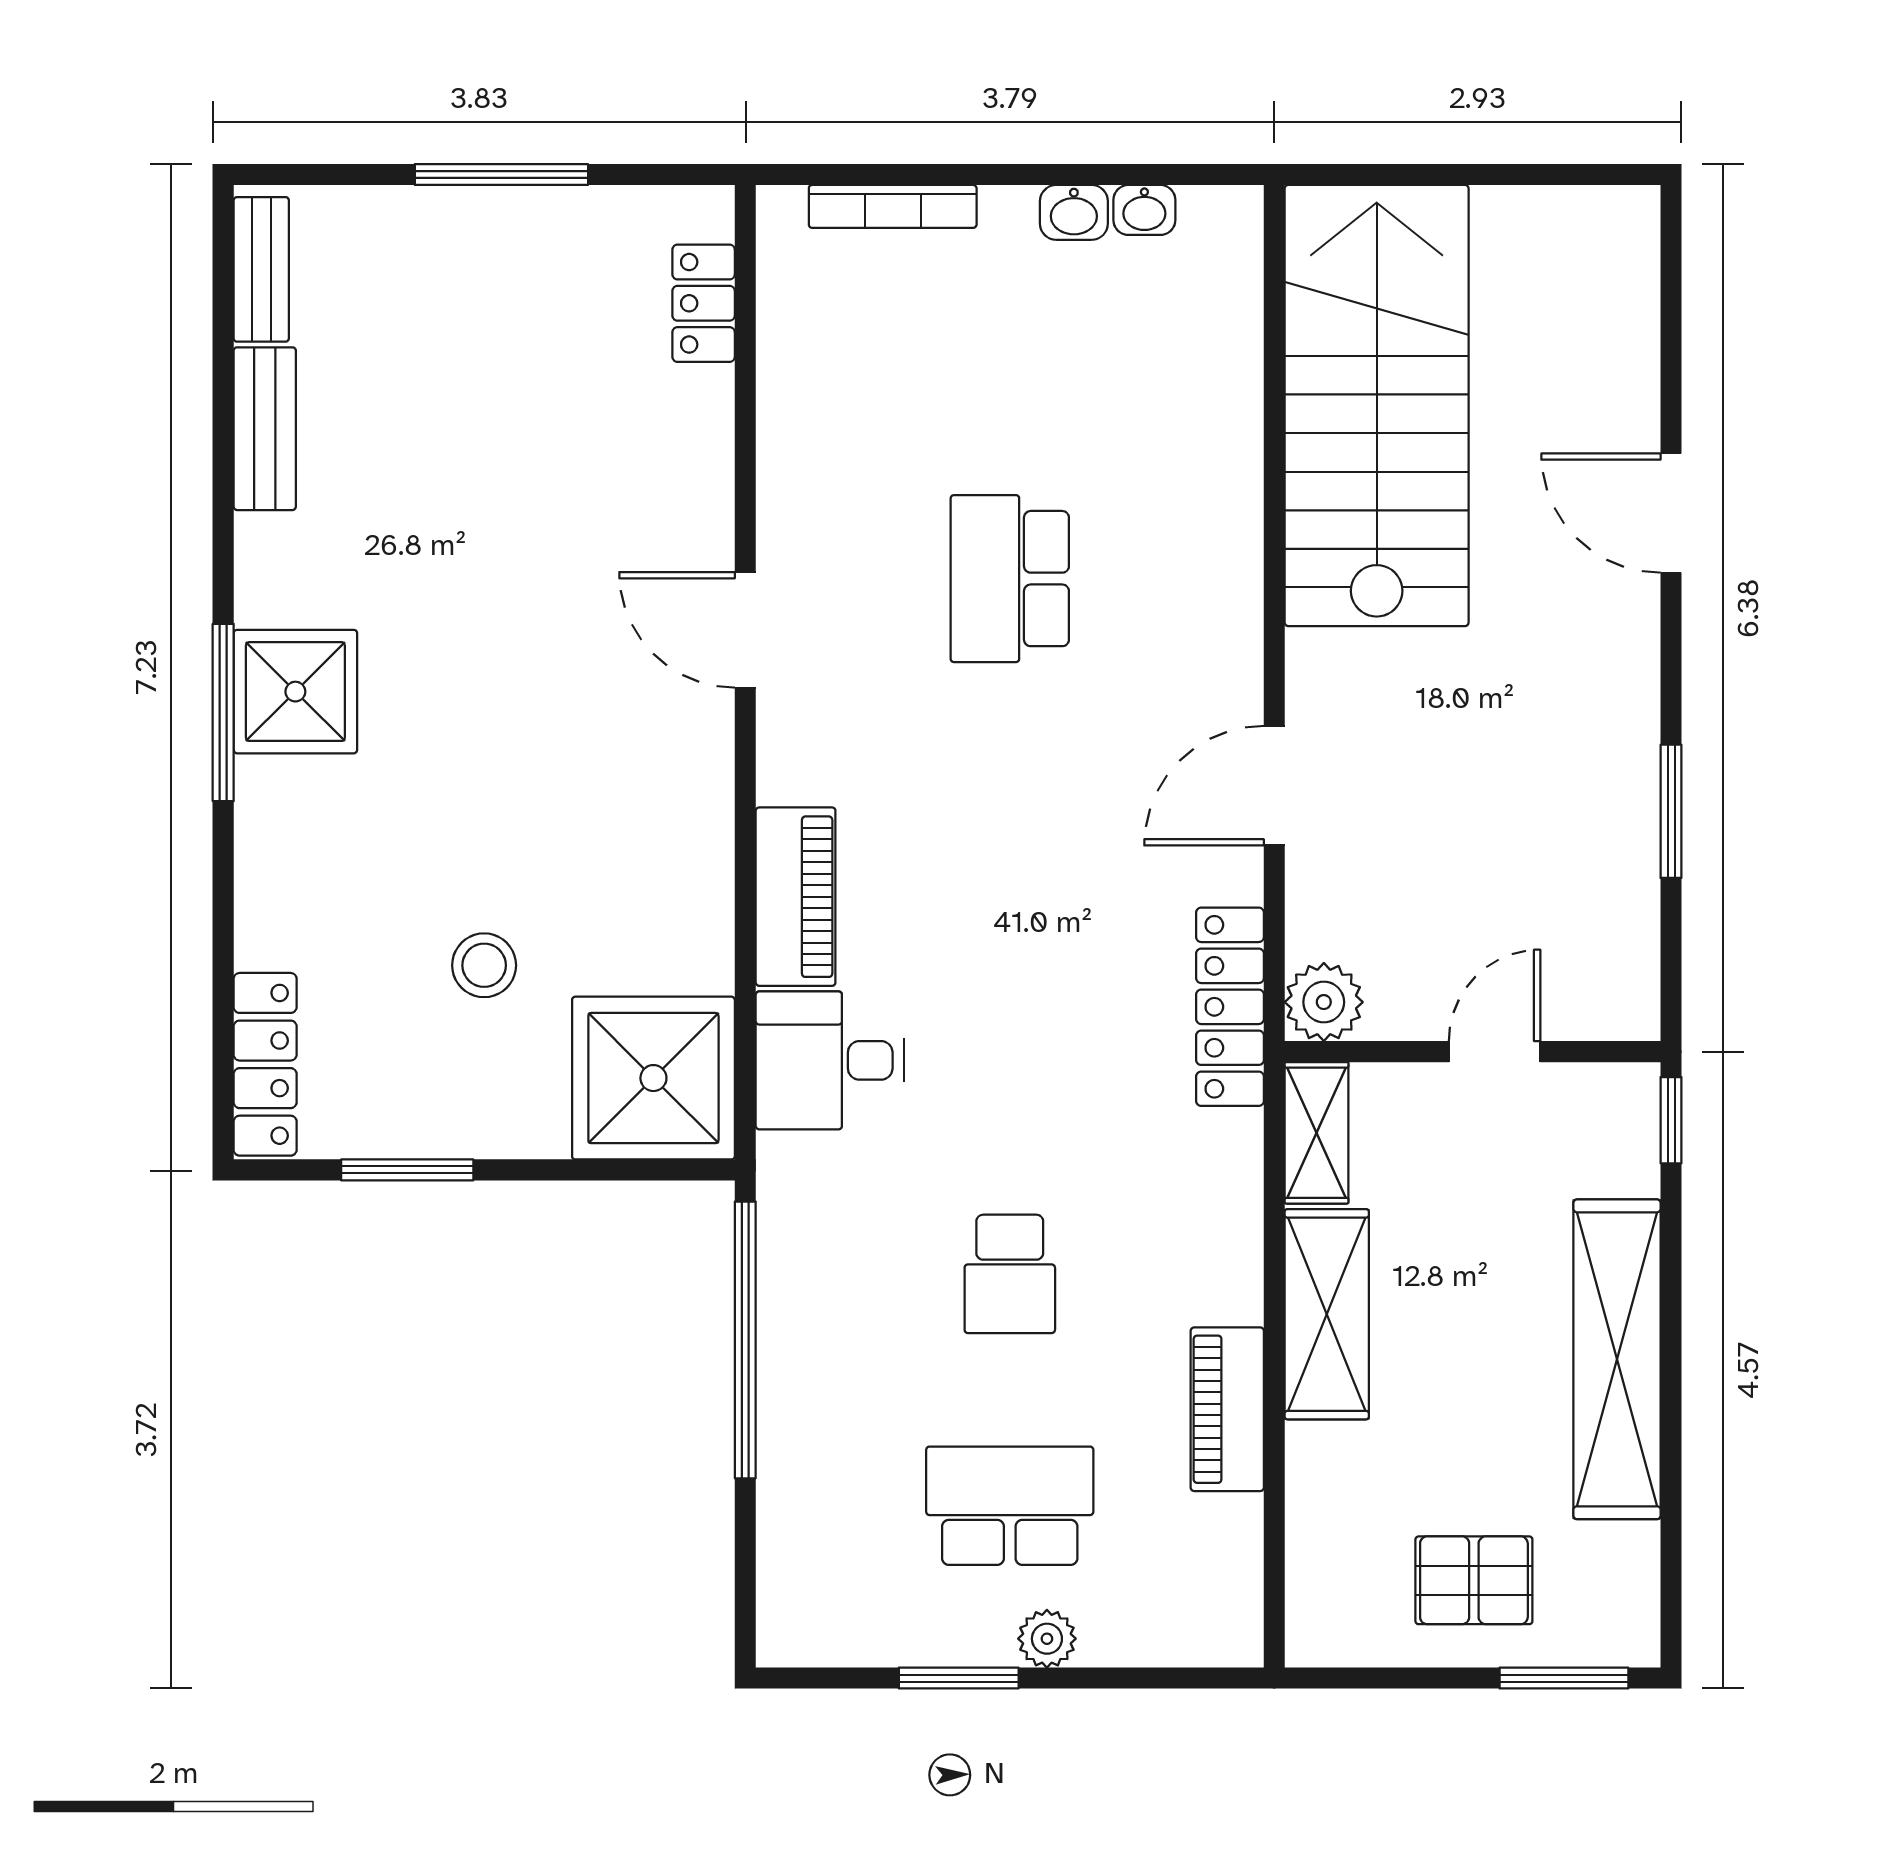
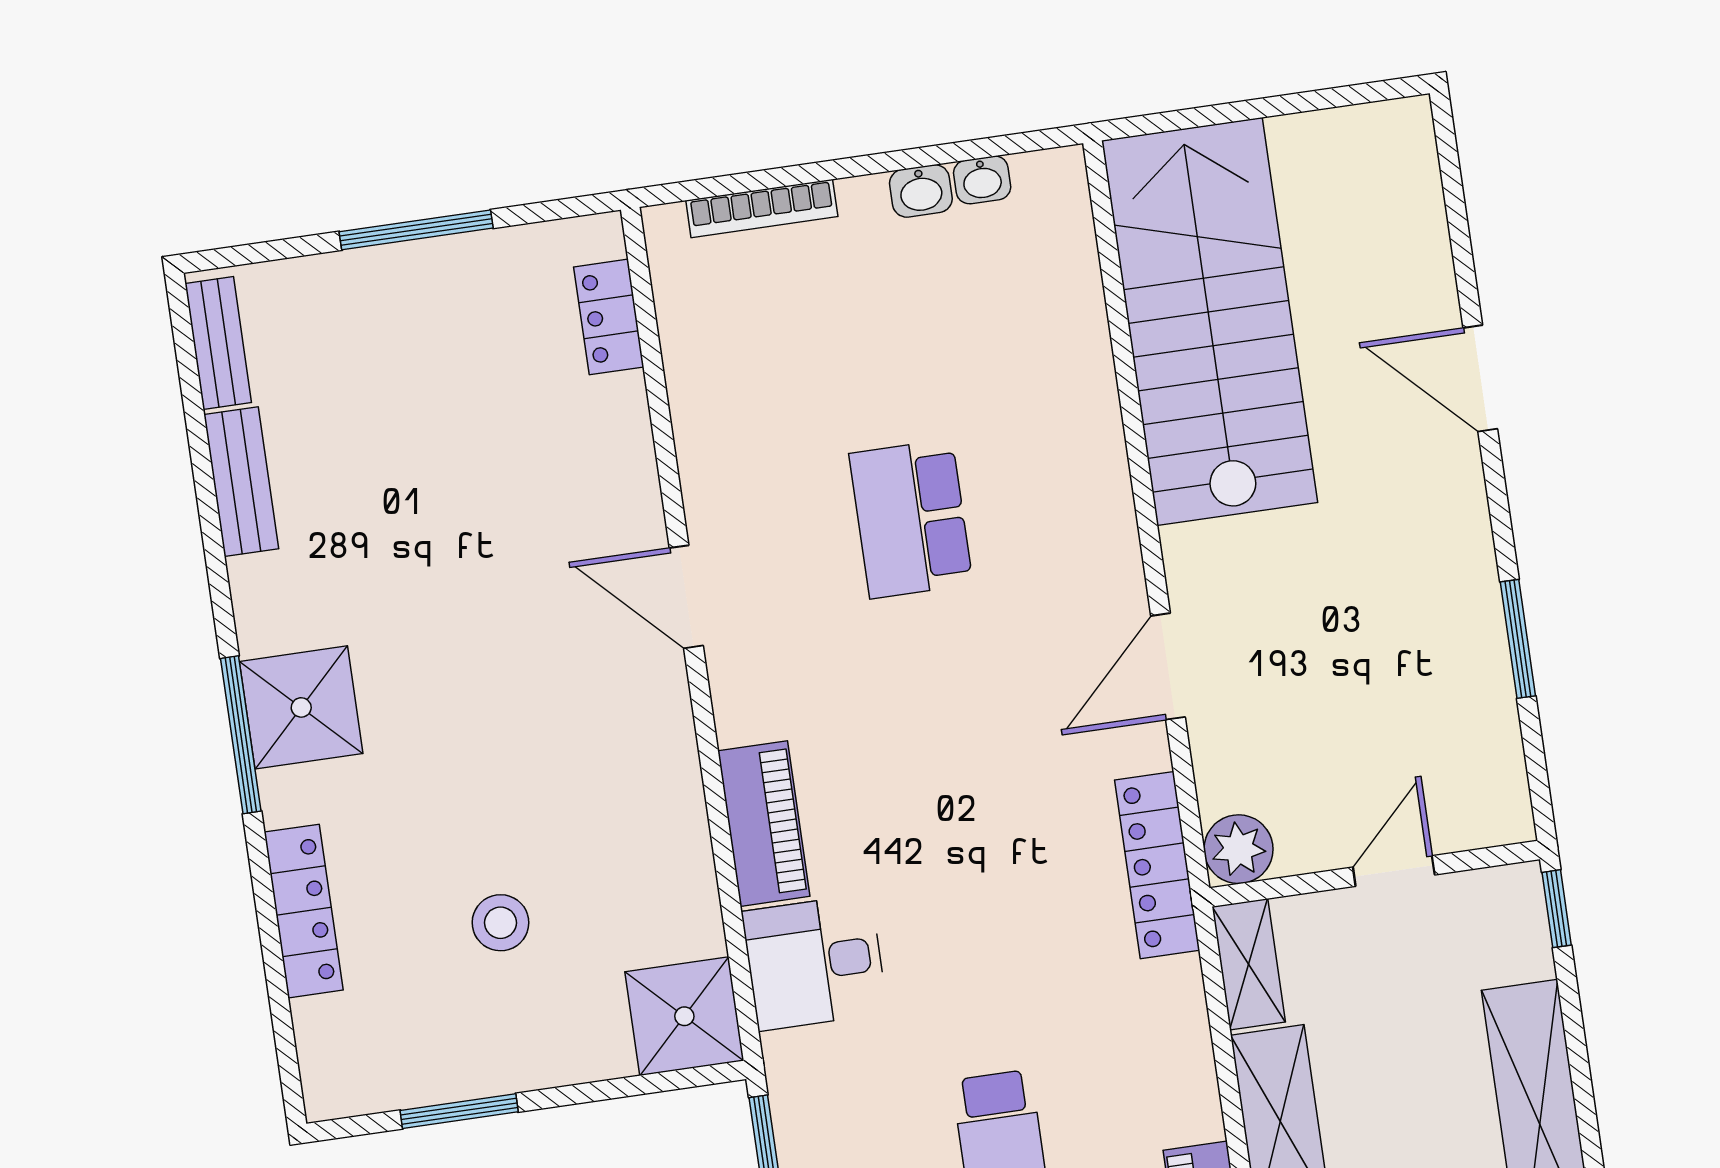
locker: (265, 1064) -> (304, 911), moved
shower: (653, 1078) -> (684, 1016), width x0.73, depth x0.73

